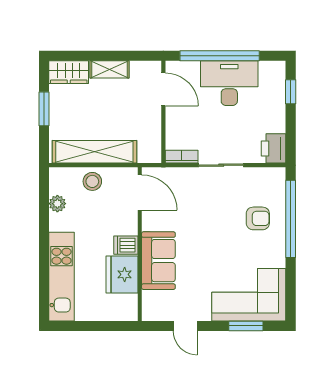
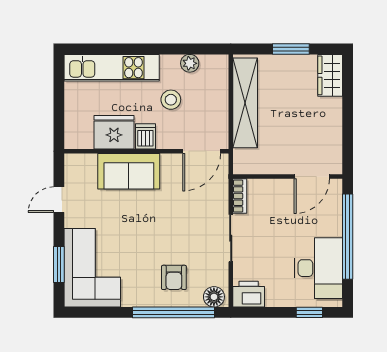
shelving: (109, 69) -> (333, 119), removed
desk: (229, 83) -> (318, 268), moved
stool: (92, 181) -> (171, 100), moved
floor lamp: (276, 181) -> (214, 297), added

